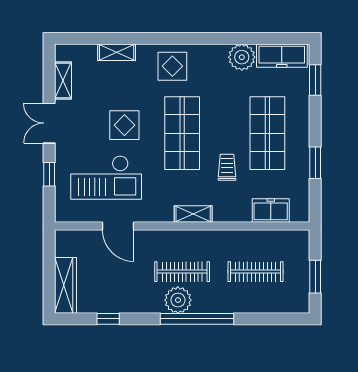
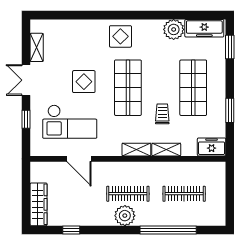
shelving: (117, 52) -> (166, 150), moved
freezer: (271, 210) -> (212, 147), moved
window: (315, 277) -> (230, 198), removed
window: (197, 319) -> (168, 230), moved

